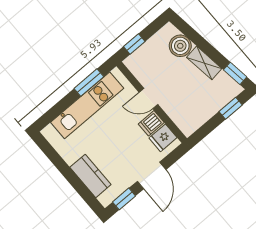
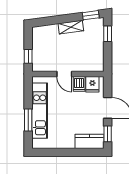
boiler: (180, 46) -> (50, 32), removed
window: (89, 83) -> (28, 120), moved
door: (148, 98) -> (64, 74), hinge flipped
kitchen counter: (90, 176) -> (90, 141), moved

